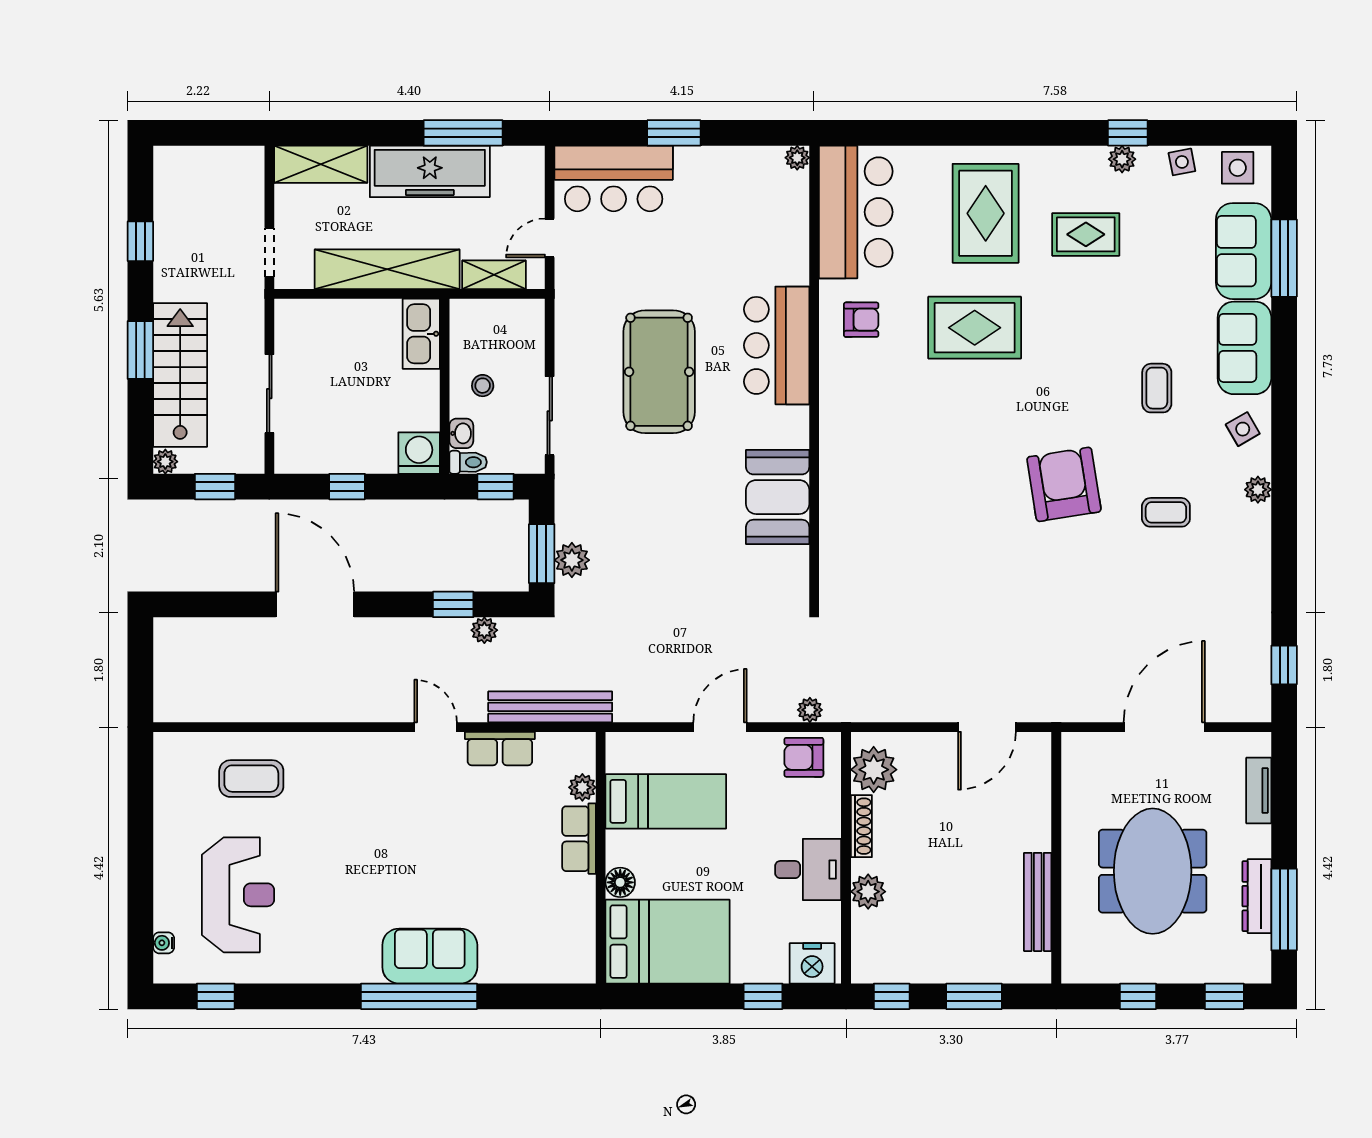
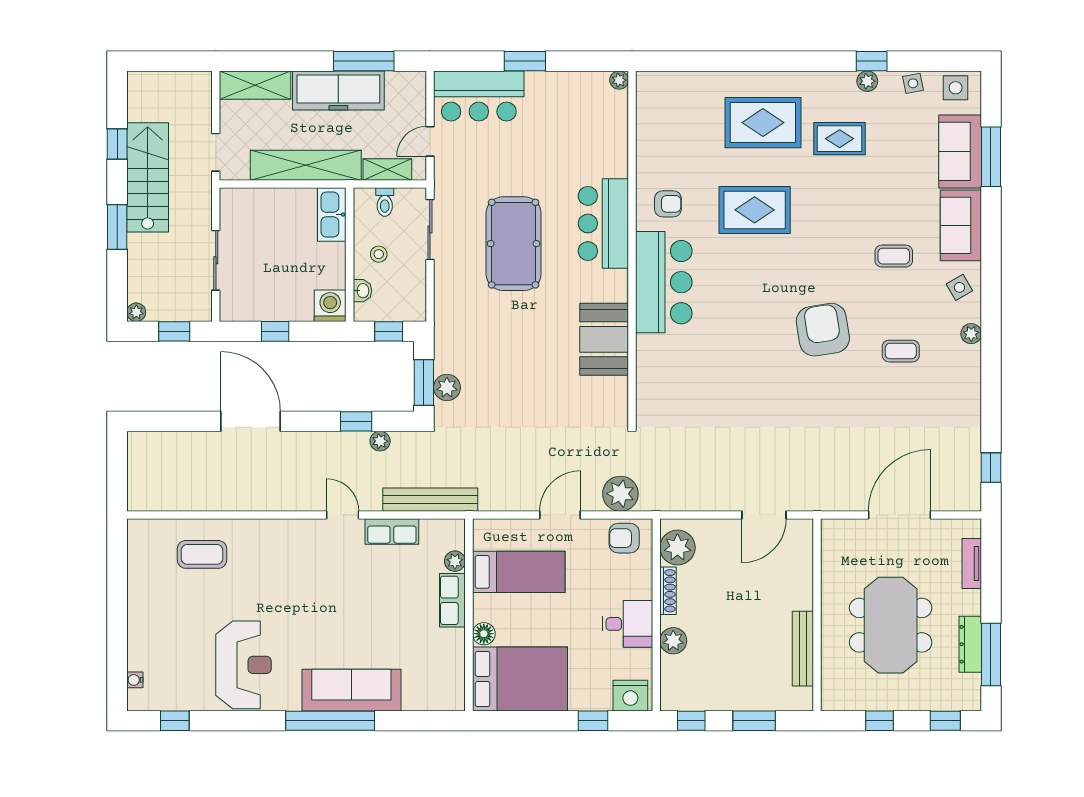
bar counter: (856, 212) -> (664, 282), moved
rug: (986, 213) -> (763, 123), turned 90
stairs: (180, 375) -> (148, 177), moved
coffee table: (1157, 388) -> (894, 256), turned 90
sliding door: (550, 416) -> (430, 230), moved
toilet: (468, 462) -> (385, 202), moved, turned 90
plant: (810, 710) -> (620, 494), width x1.88, depth x1.88
reception desk: (238, 895) -> (244, 665), moved
sofa: (430, 956) -> (351, 690), width x1.36

